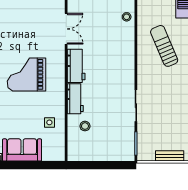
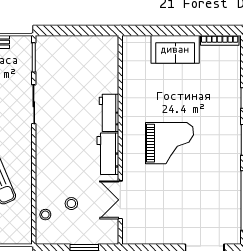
side table: (49, 122) -> (141, 84), removed
stool: (85, 126) -> (71, 204), moved

